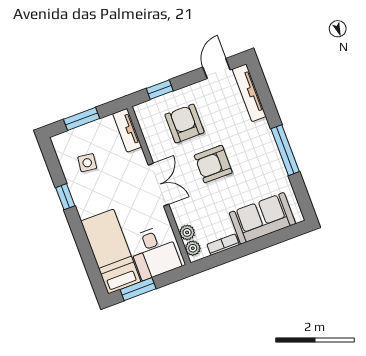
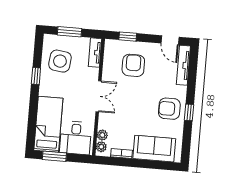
door: (216, 69) -> (170, 40), swing flipped
window: (285, 150) -> (189, 112), width x0.46
side table: (87, 163) -> (60, 61), width x1.87, depth x1.87
armchair: (213, 164) -> (169, 109), moved

